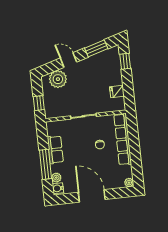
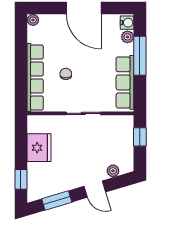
plant: (58, 79) -> (113, 171), width x0.53, depth x0.53
fridge: (117, 91) -> (39, 148), width x1.88, depth x1.34
row of seats: (55, 150) -> (125, 82), width x1.48

